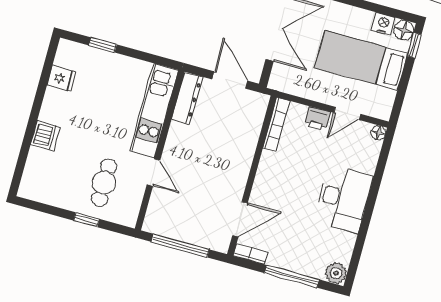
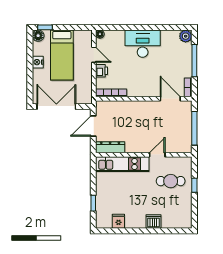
nightstand: (383, 24) -> (38, 62), moved

